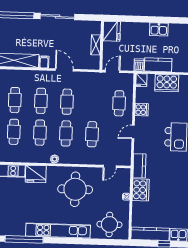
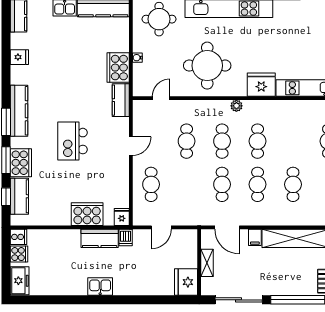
fridge: (112, 31) -> (186, 282), moved
shelving: (96, 45) -> (207, 263), moved
wall: (102, 45) -> (199, 262), moved
cooker: (142, 110) -> (120, 177), removed
cafe table: (14, 132) -> (293, 141), removed

